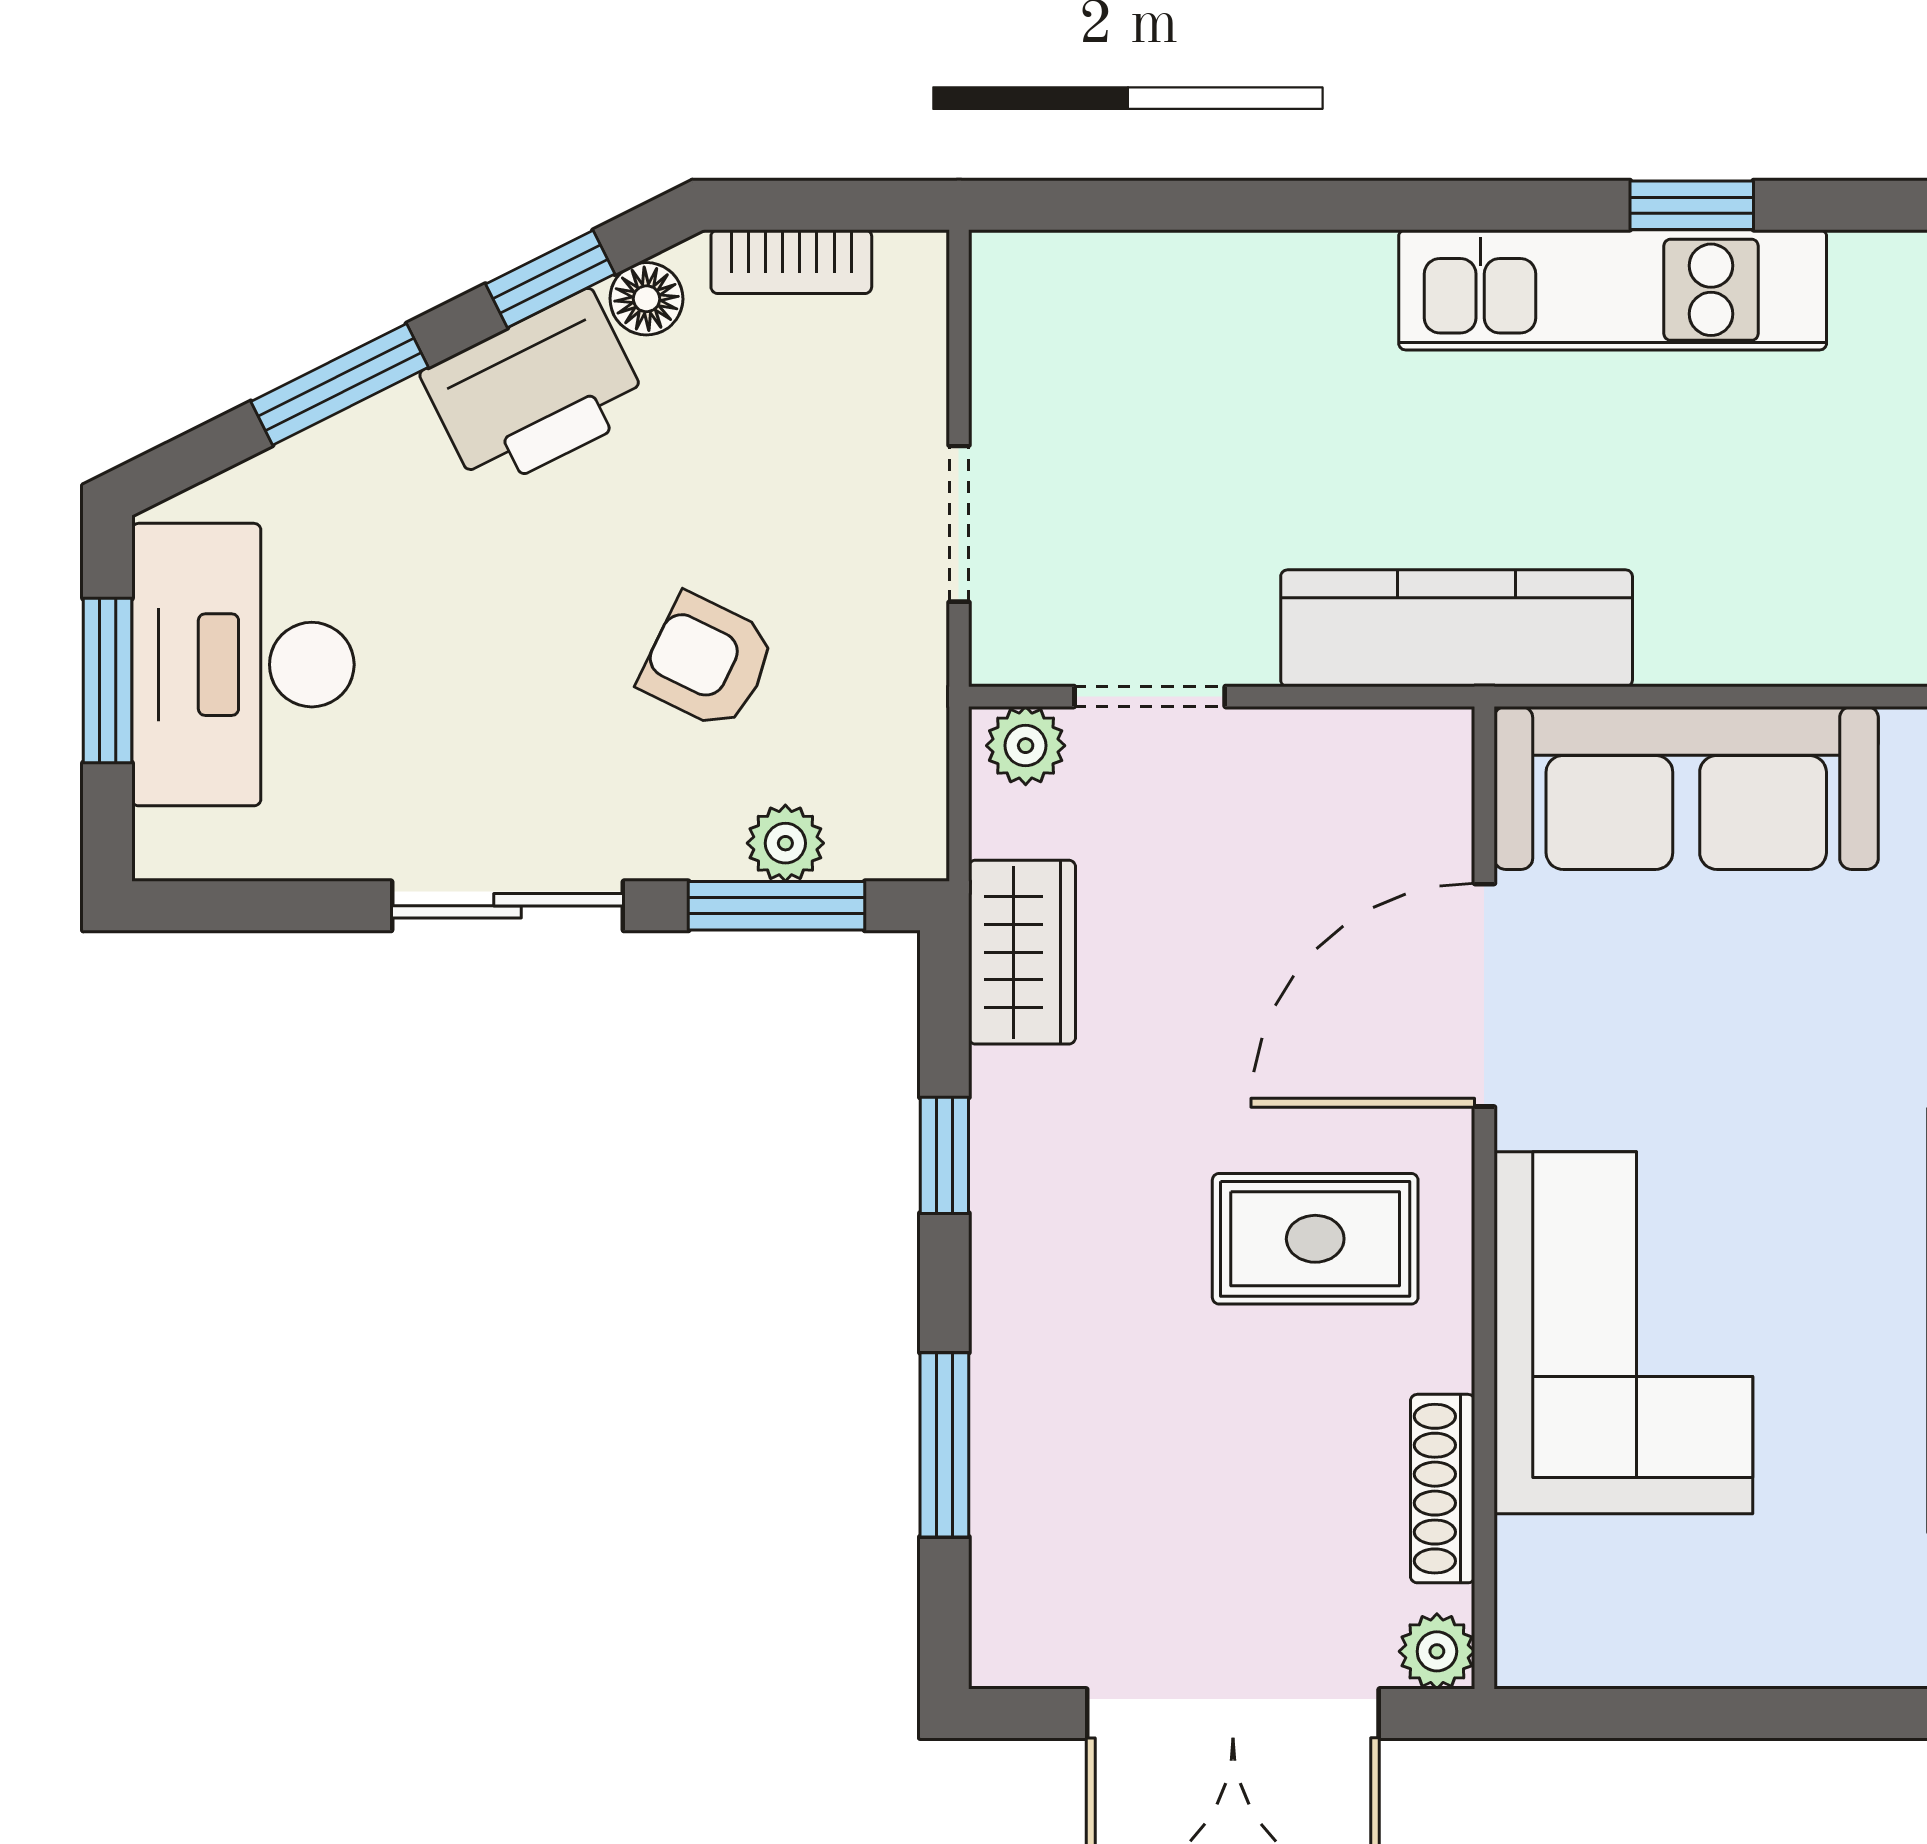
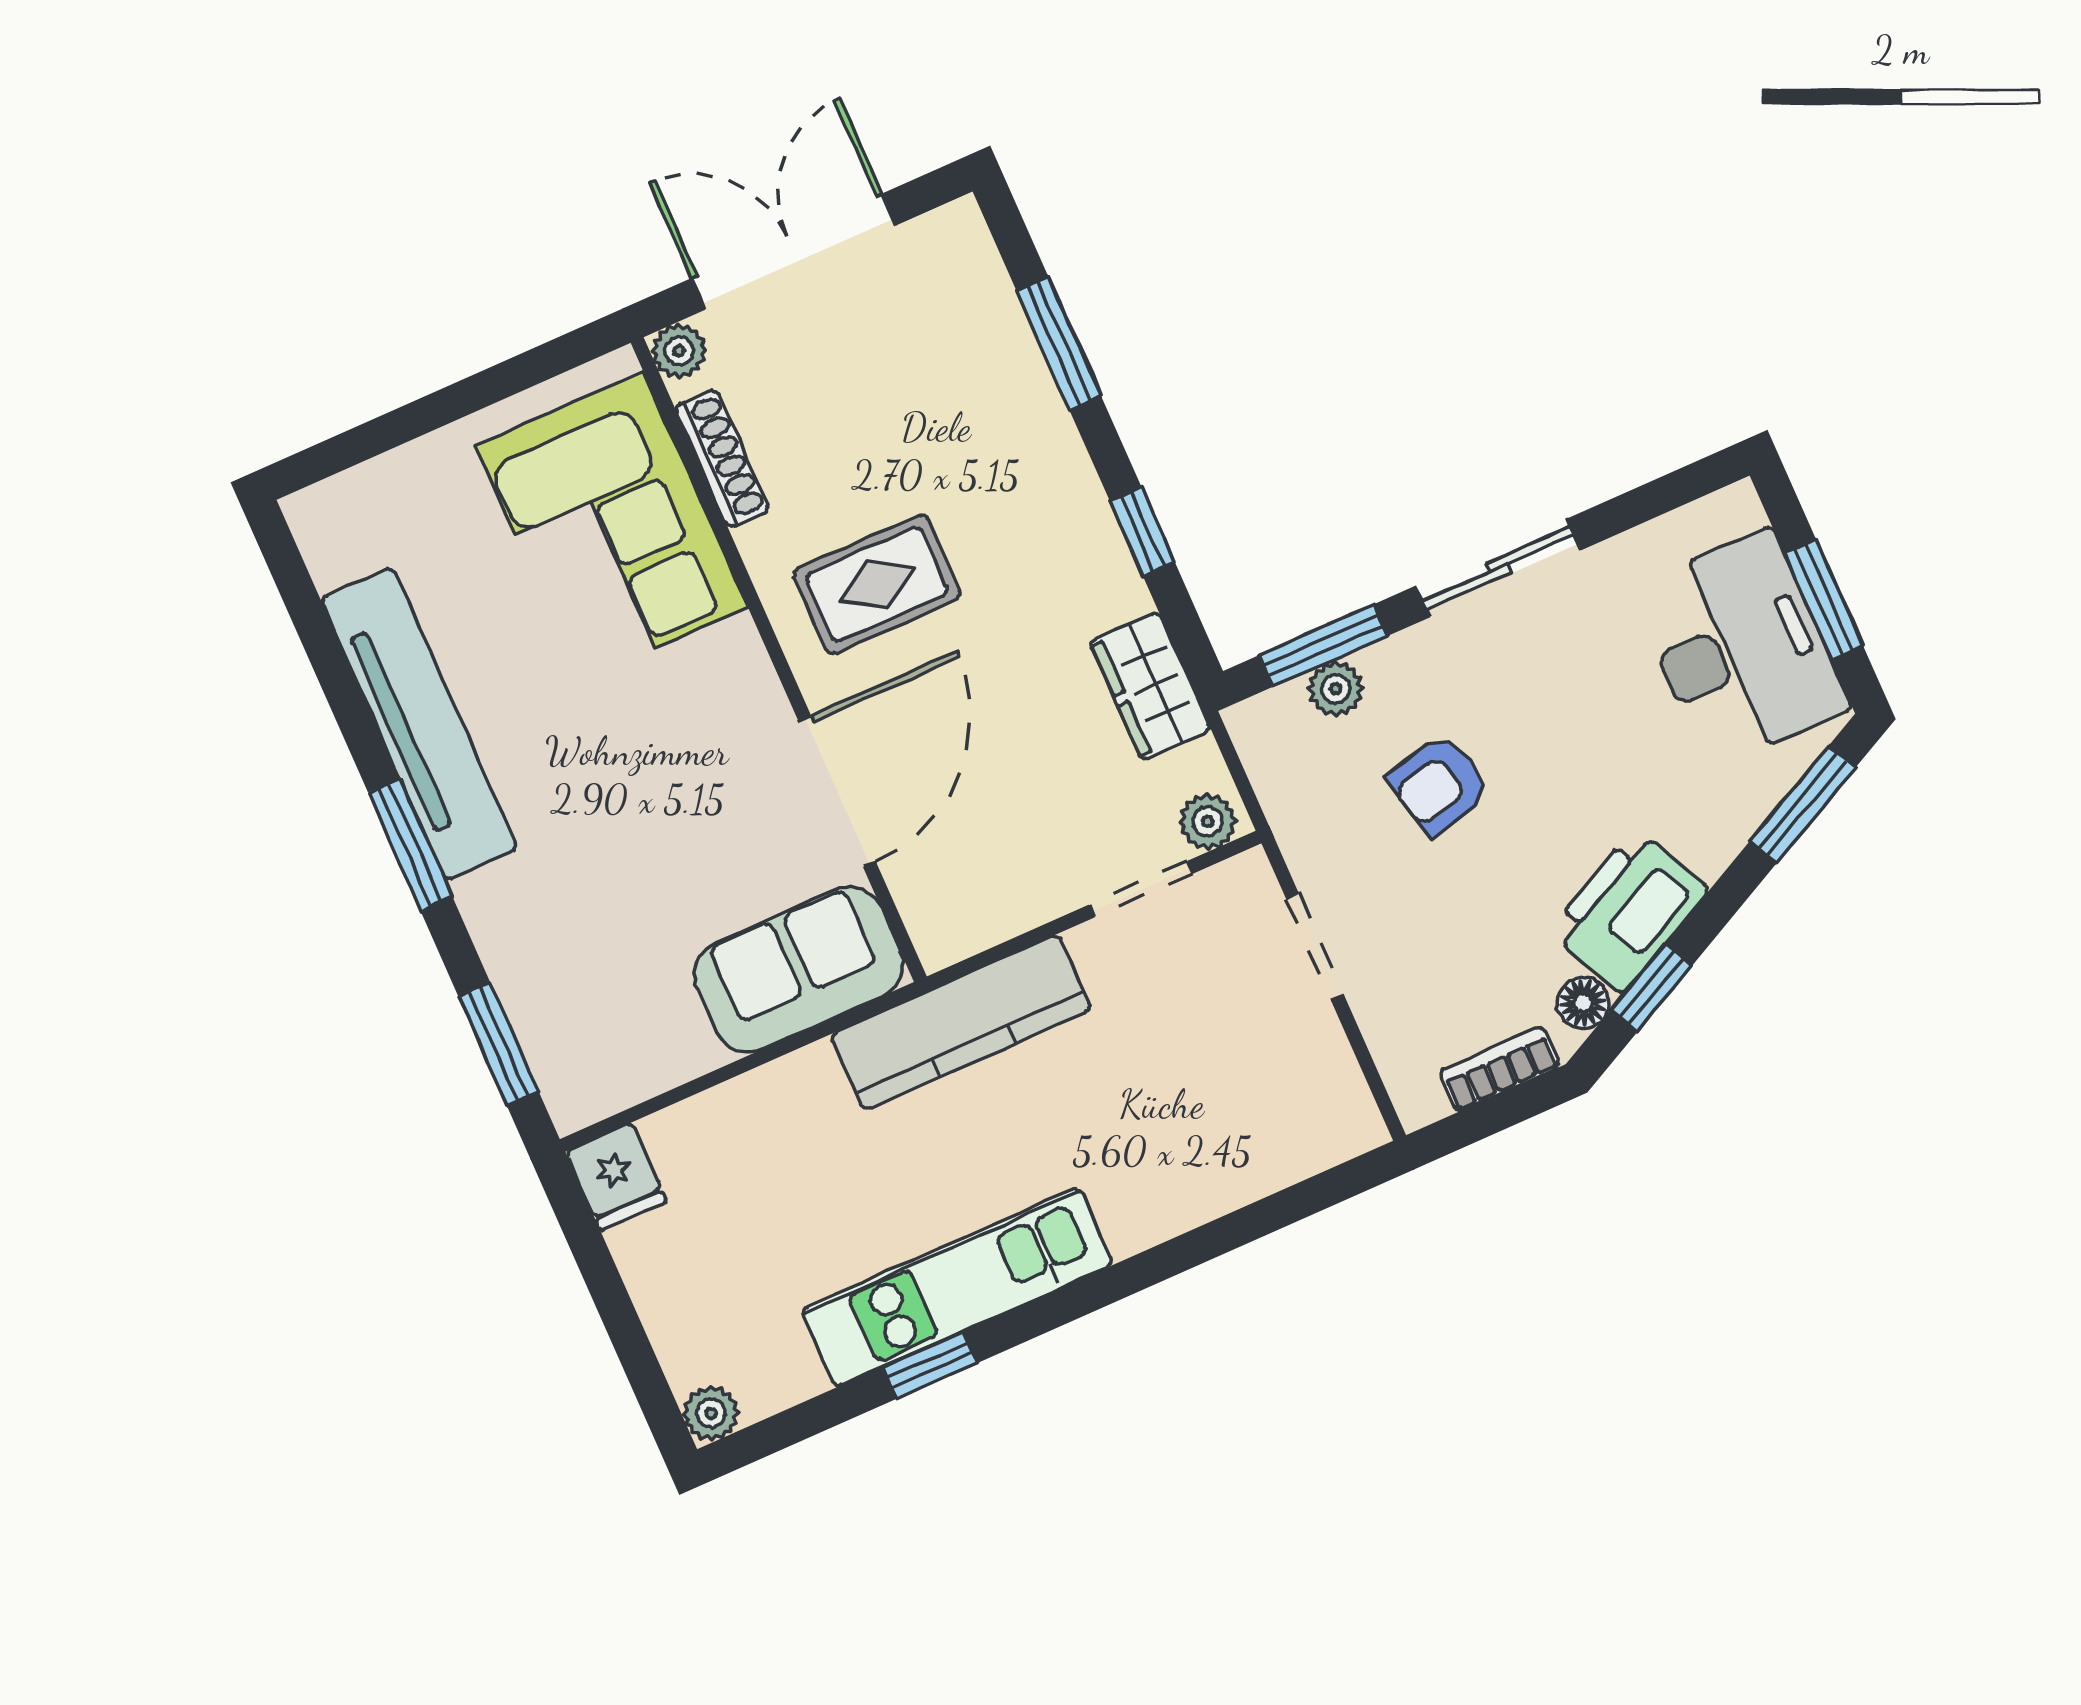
window: (340, 384) -> (1802, 805), moved
armchair: (708, 662) -> (1439, 784), turned 140
sofa: (1686, 788) -> (799, 970), width x0.73
corner sofa: (1623, 1333) -> (611, 526), moved

